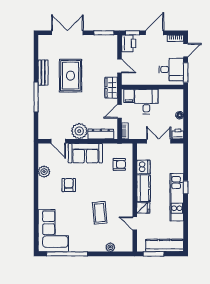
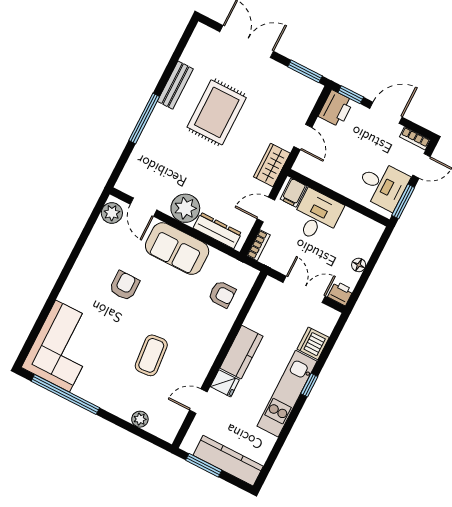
dishwasher: (143, 167) -> (313, 343), moved, turned 180
plant: (44, 172) -> (112, 213), moved
door: (135, 223) -> (198, 401), hinge flipped

